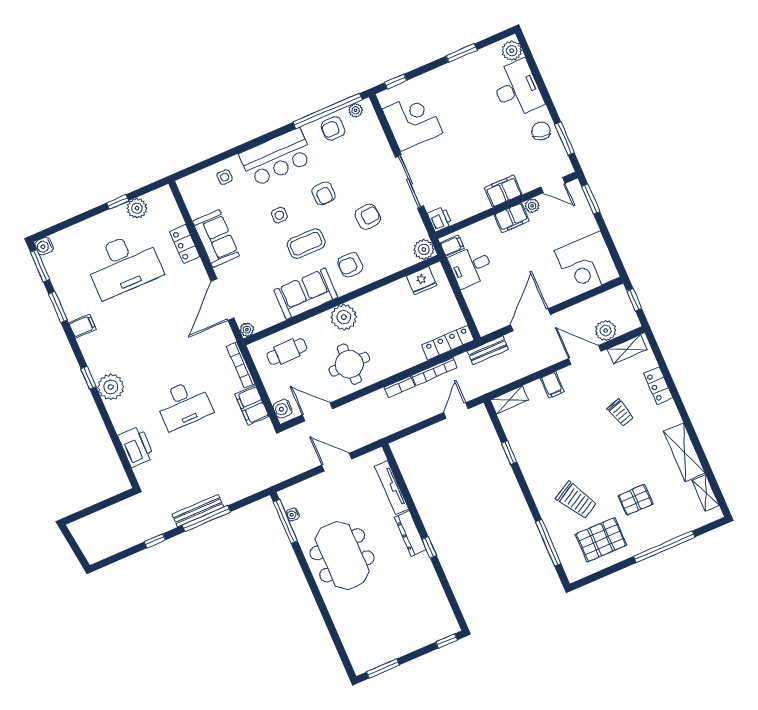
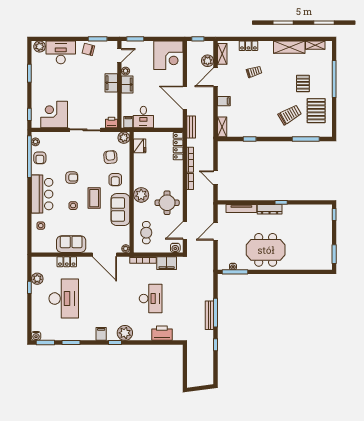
armchair: (368, 217) -> (110, 157), moved
filing cabinet: (82, 326) -> (101, 334), moved
door: (456, 411) -> (216, 178), moved

